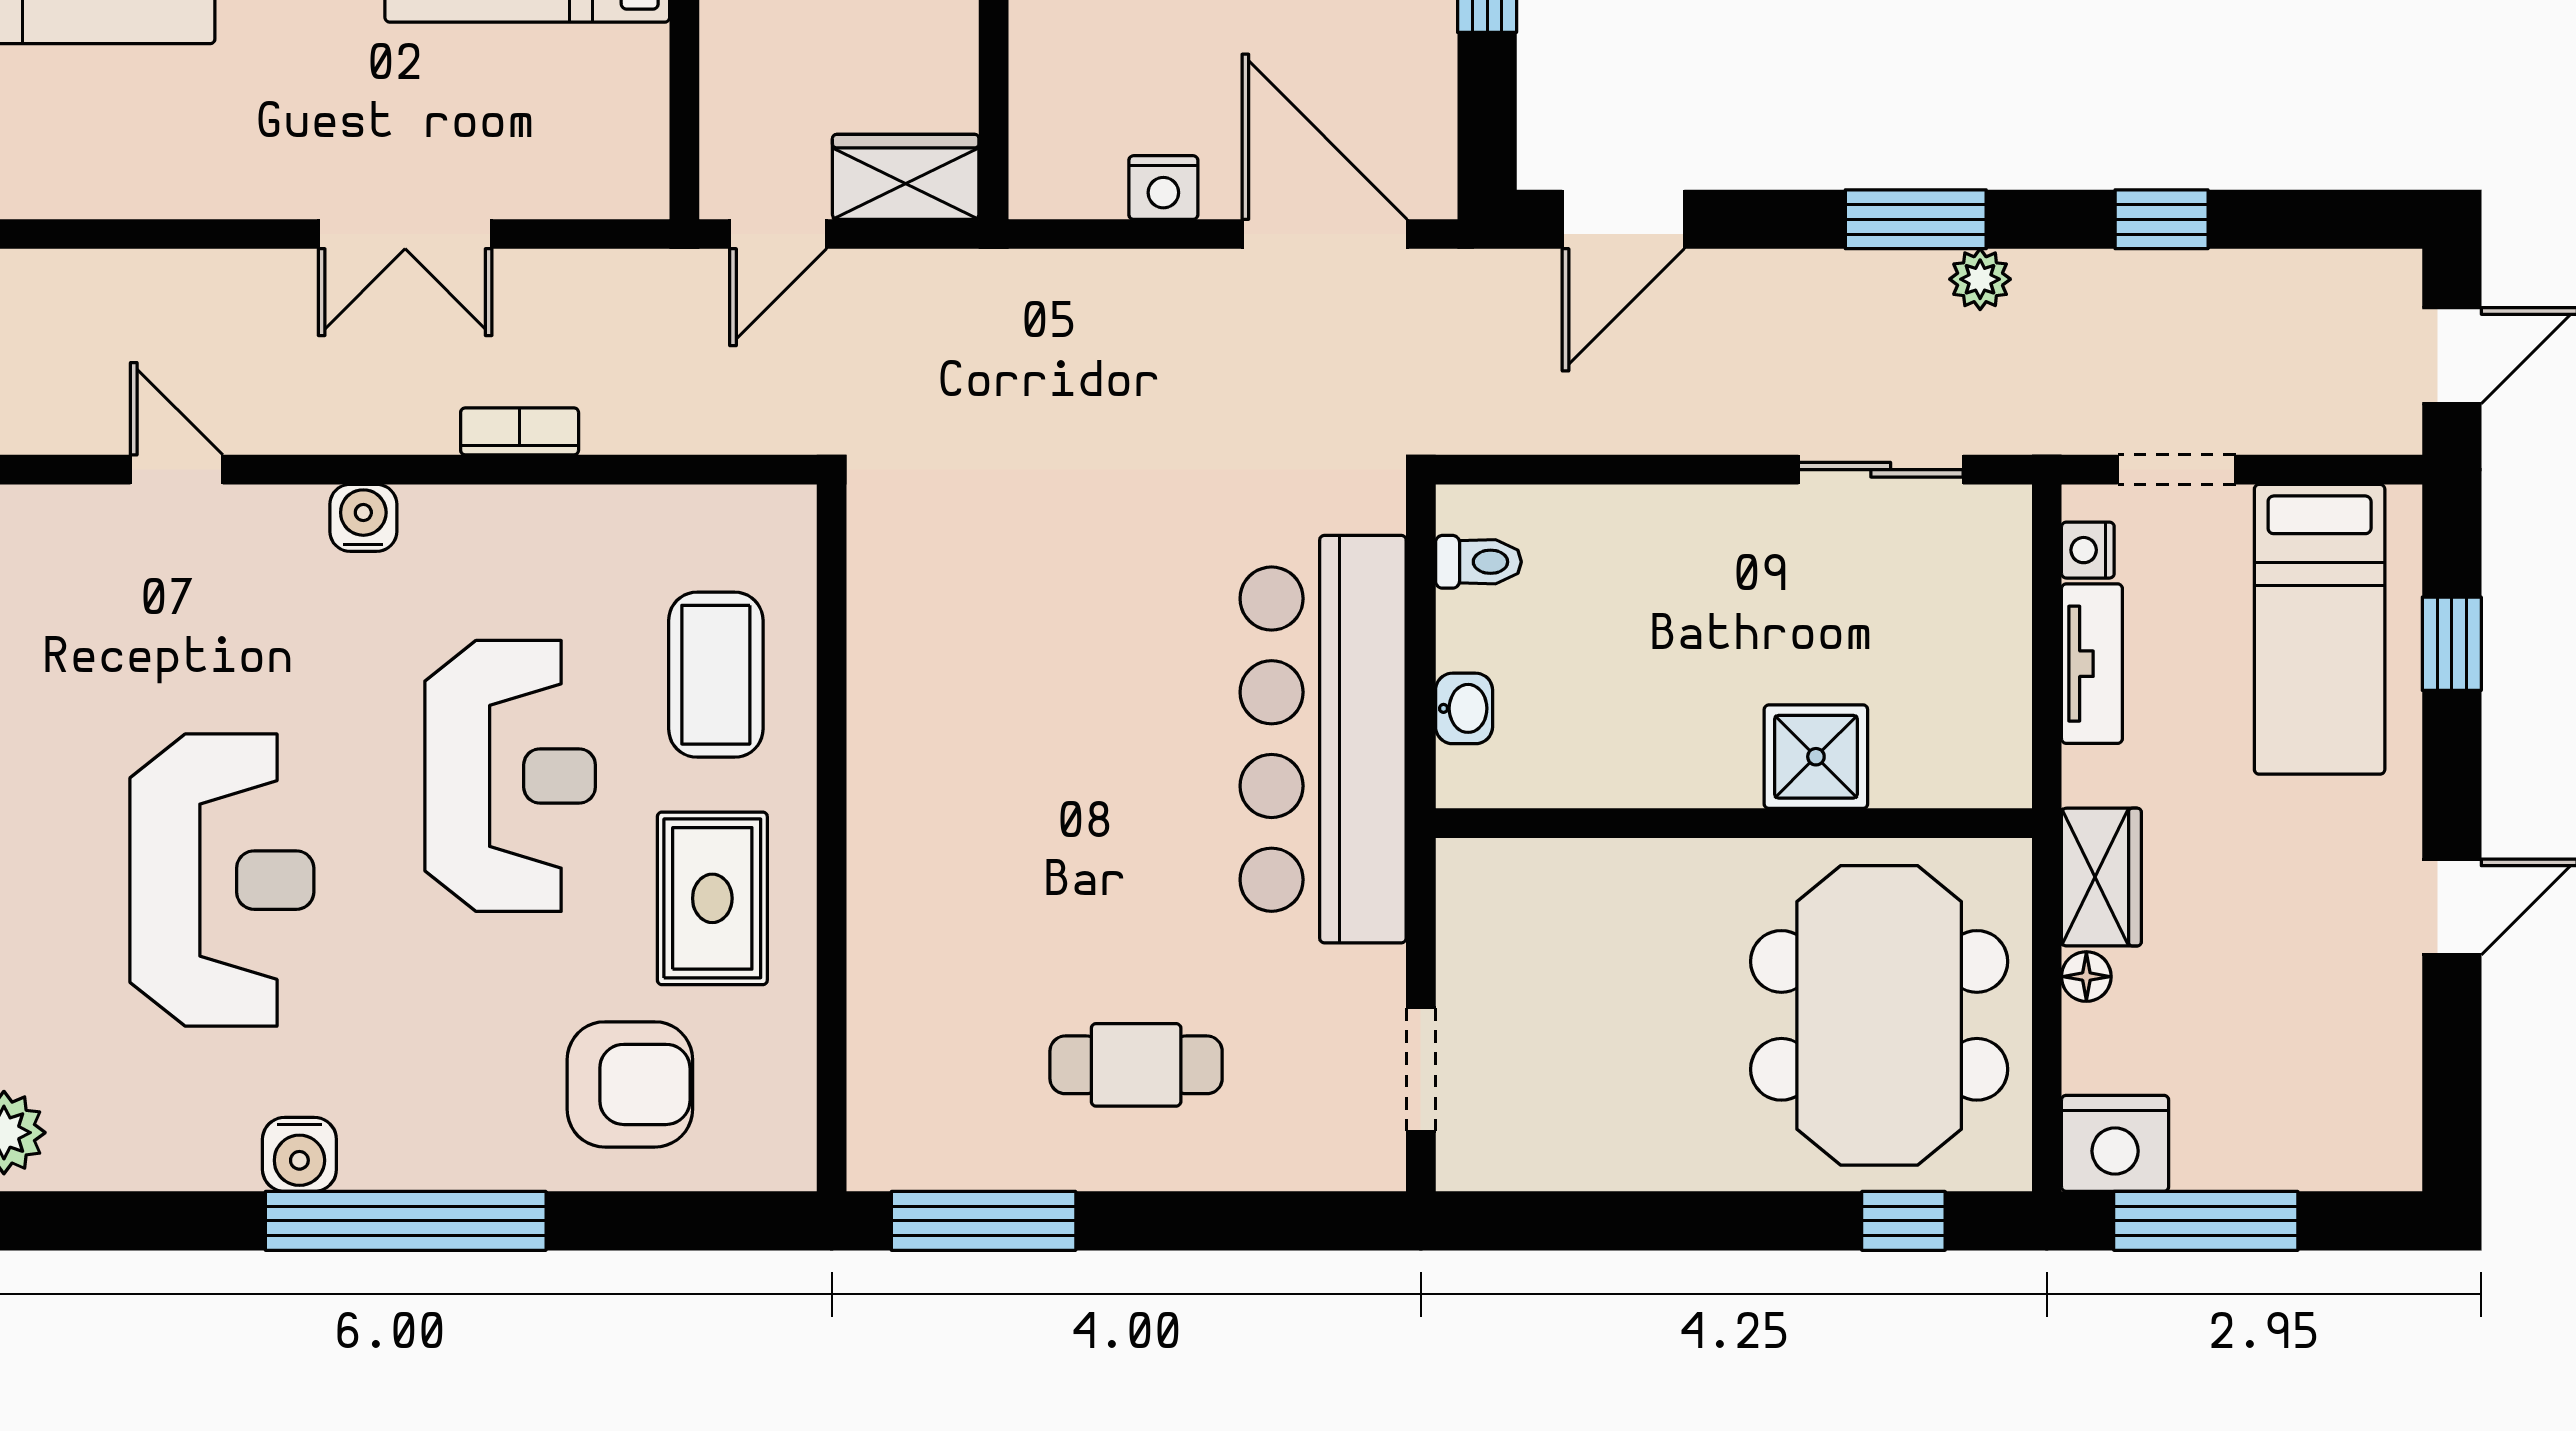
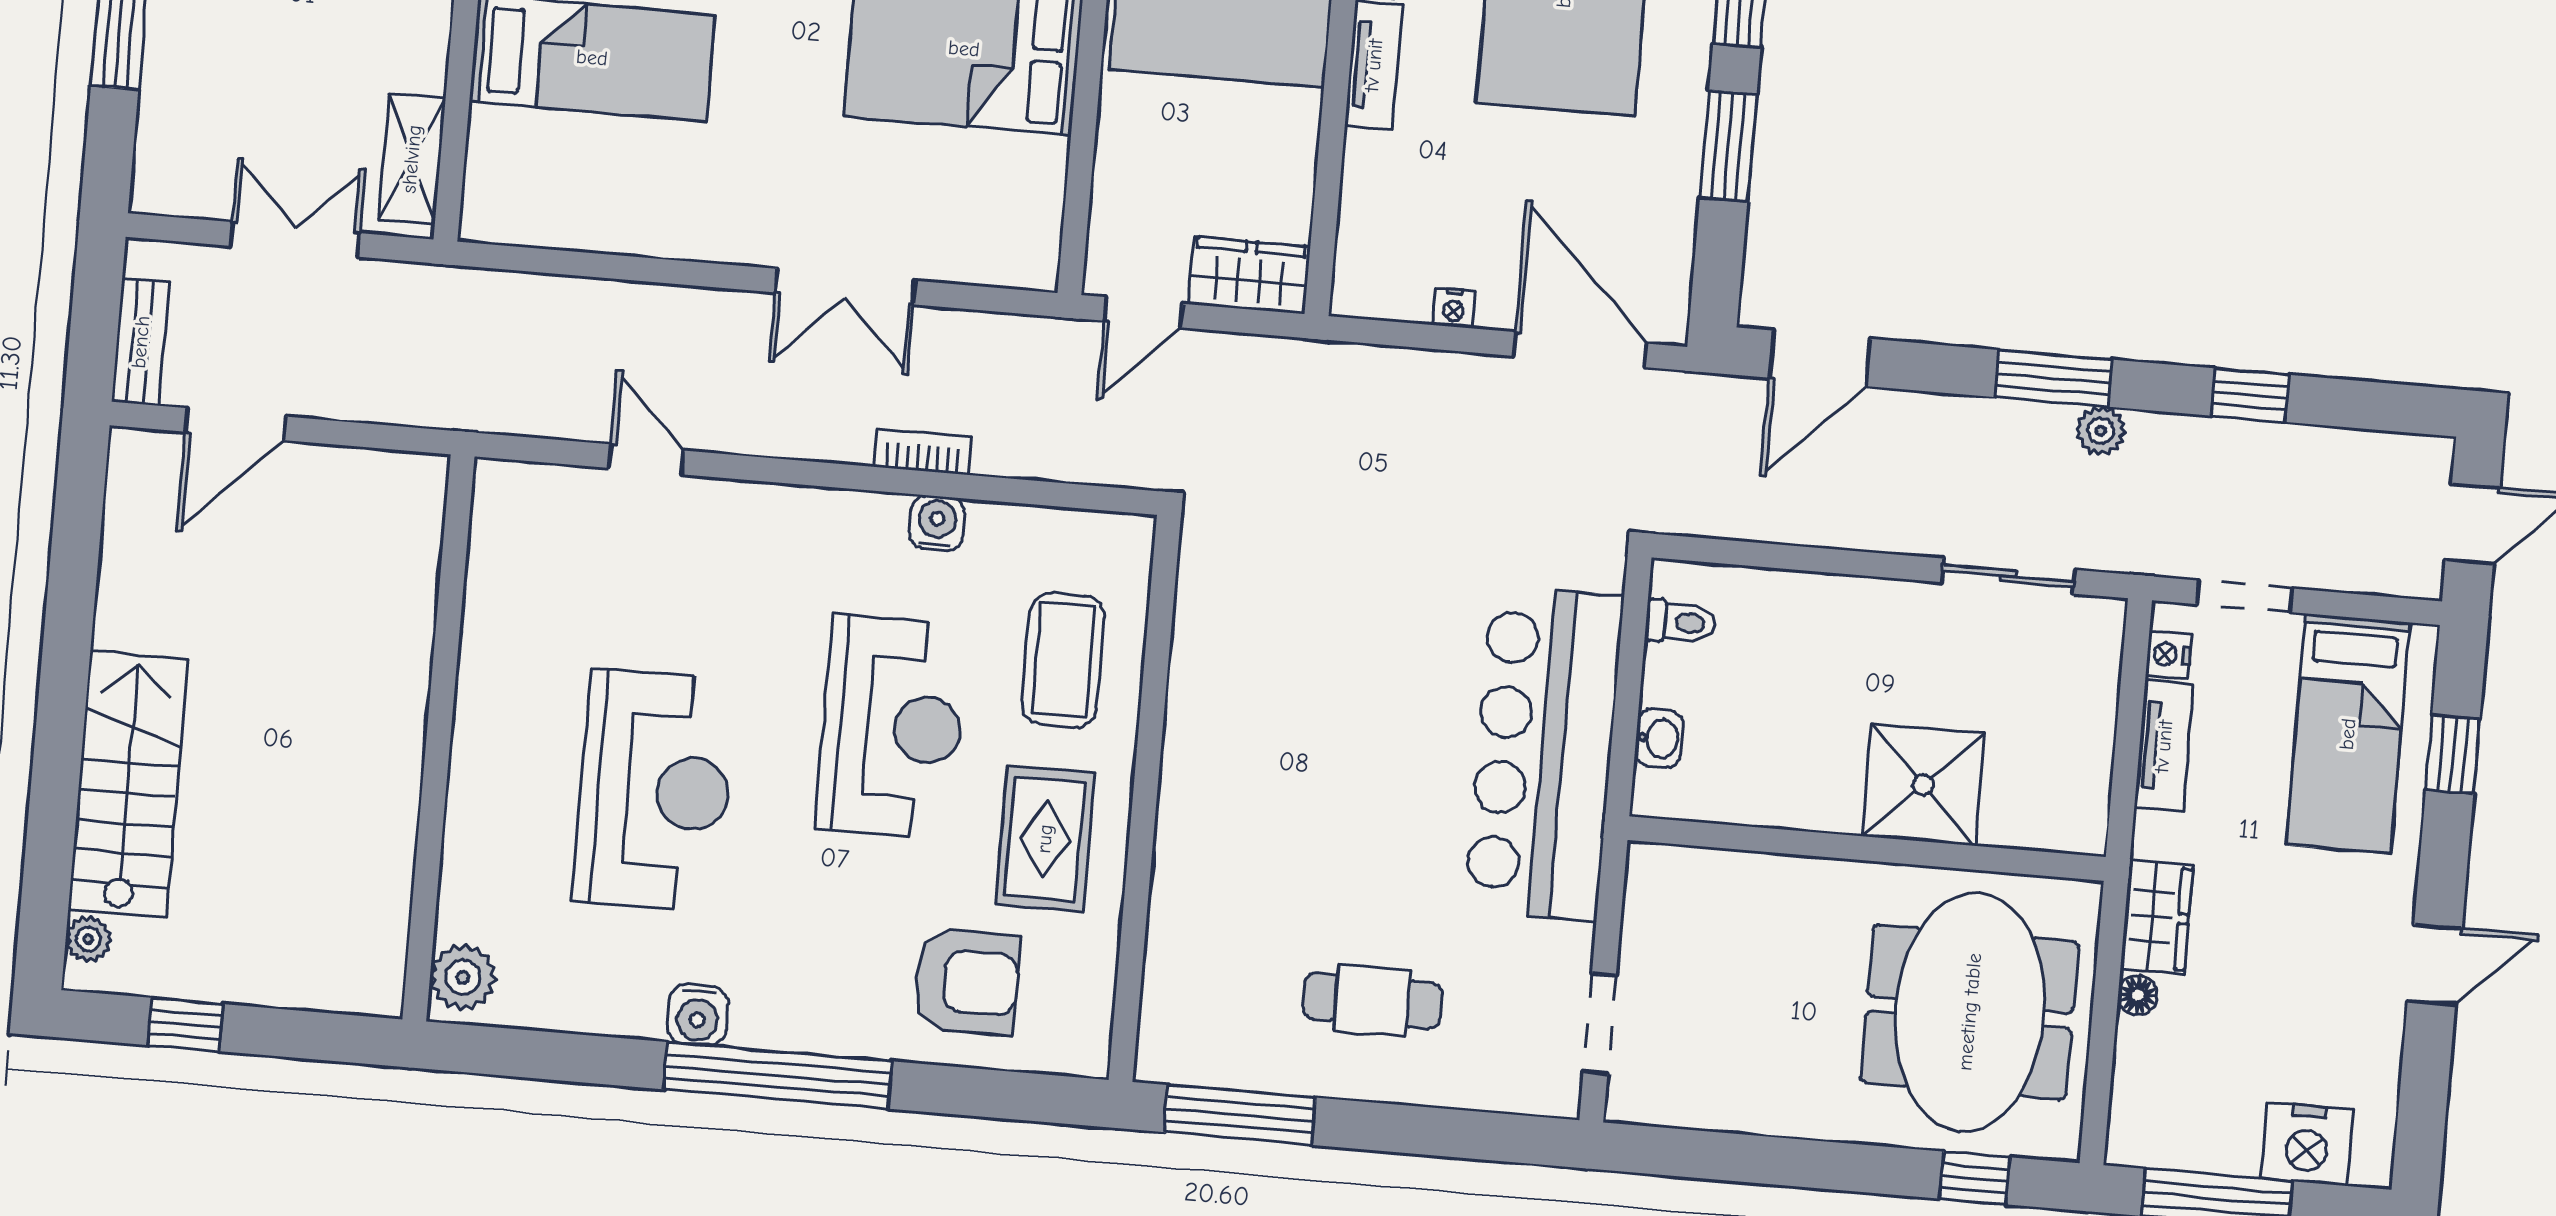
nightstand: (1163, 188) -> (1454, 308), width x0.72, depth x0.74
water cooler: (363, 518) -> (937, 523), moved
shower: (1816, 757) -> (1923, 785), width x1.36, depth x1.36
nightstand: (2115, 1143) -> (2307, 1144), moved

